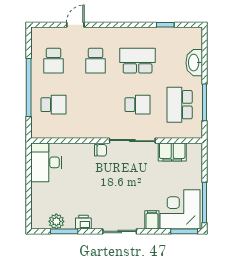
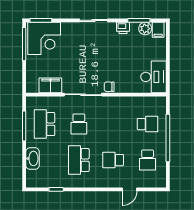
school desk: (53, 61) -> (148, 160), turned 180
school desk: (96, 61) -> (113, 160), turned -90
school desk: (138, 61) -> (79, 160), turned 90
school desk: (53, 105) -> (148, 124), turned 180
school desk: (138, 105) -> (79, 124), turned -90
school desk: (180, 105) -> (44, 124), turned 180
filing cabinet: (152, 220) -> (158, 30), moved

